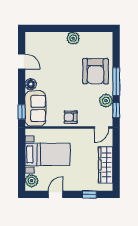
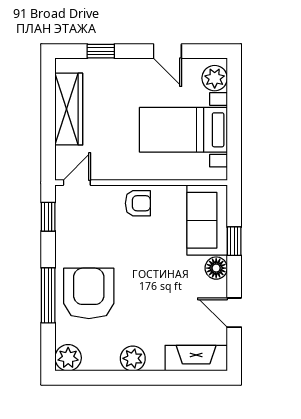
fireplace: (41, 38) -> (196, 358), added
window: (116, 81) -> (48, 295), moved
plant: (106, 101) -> (68, 358), moved
window: (22, 112) -> (234, 241), moved
door: (55, 194) -> (167, 51), hinge flipped

